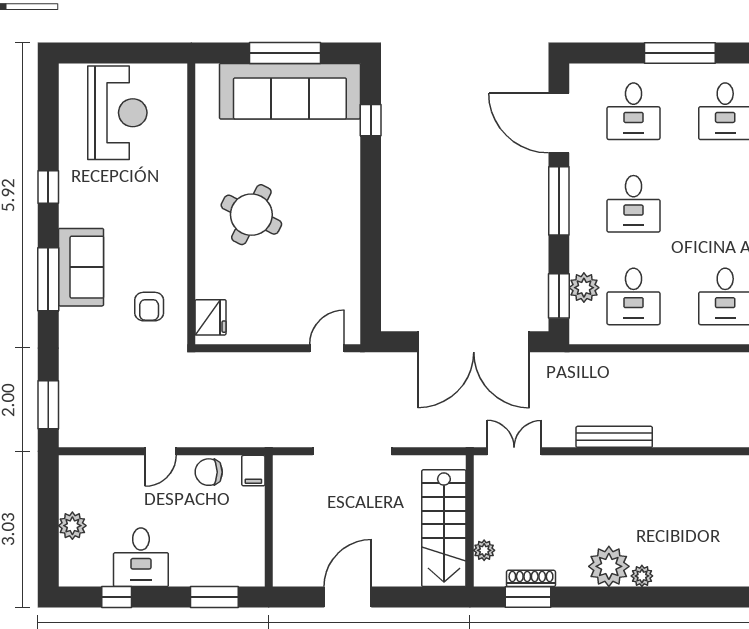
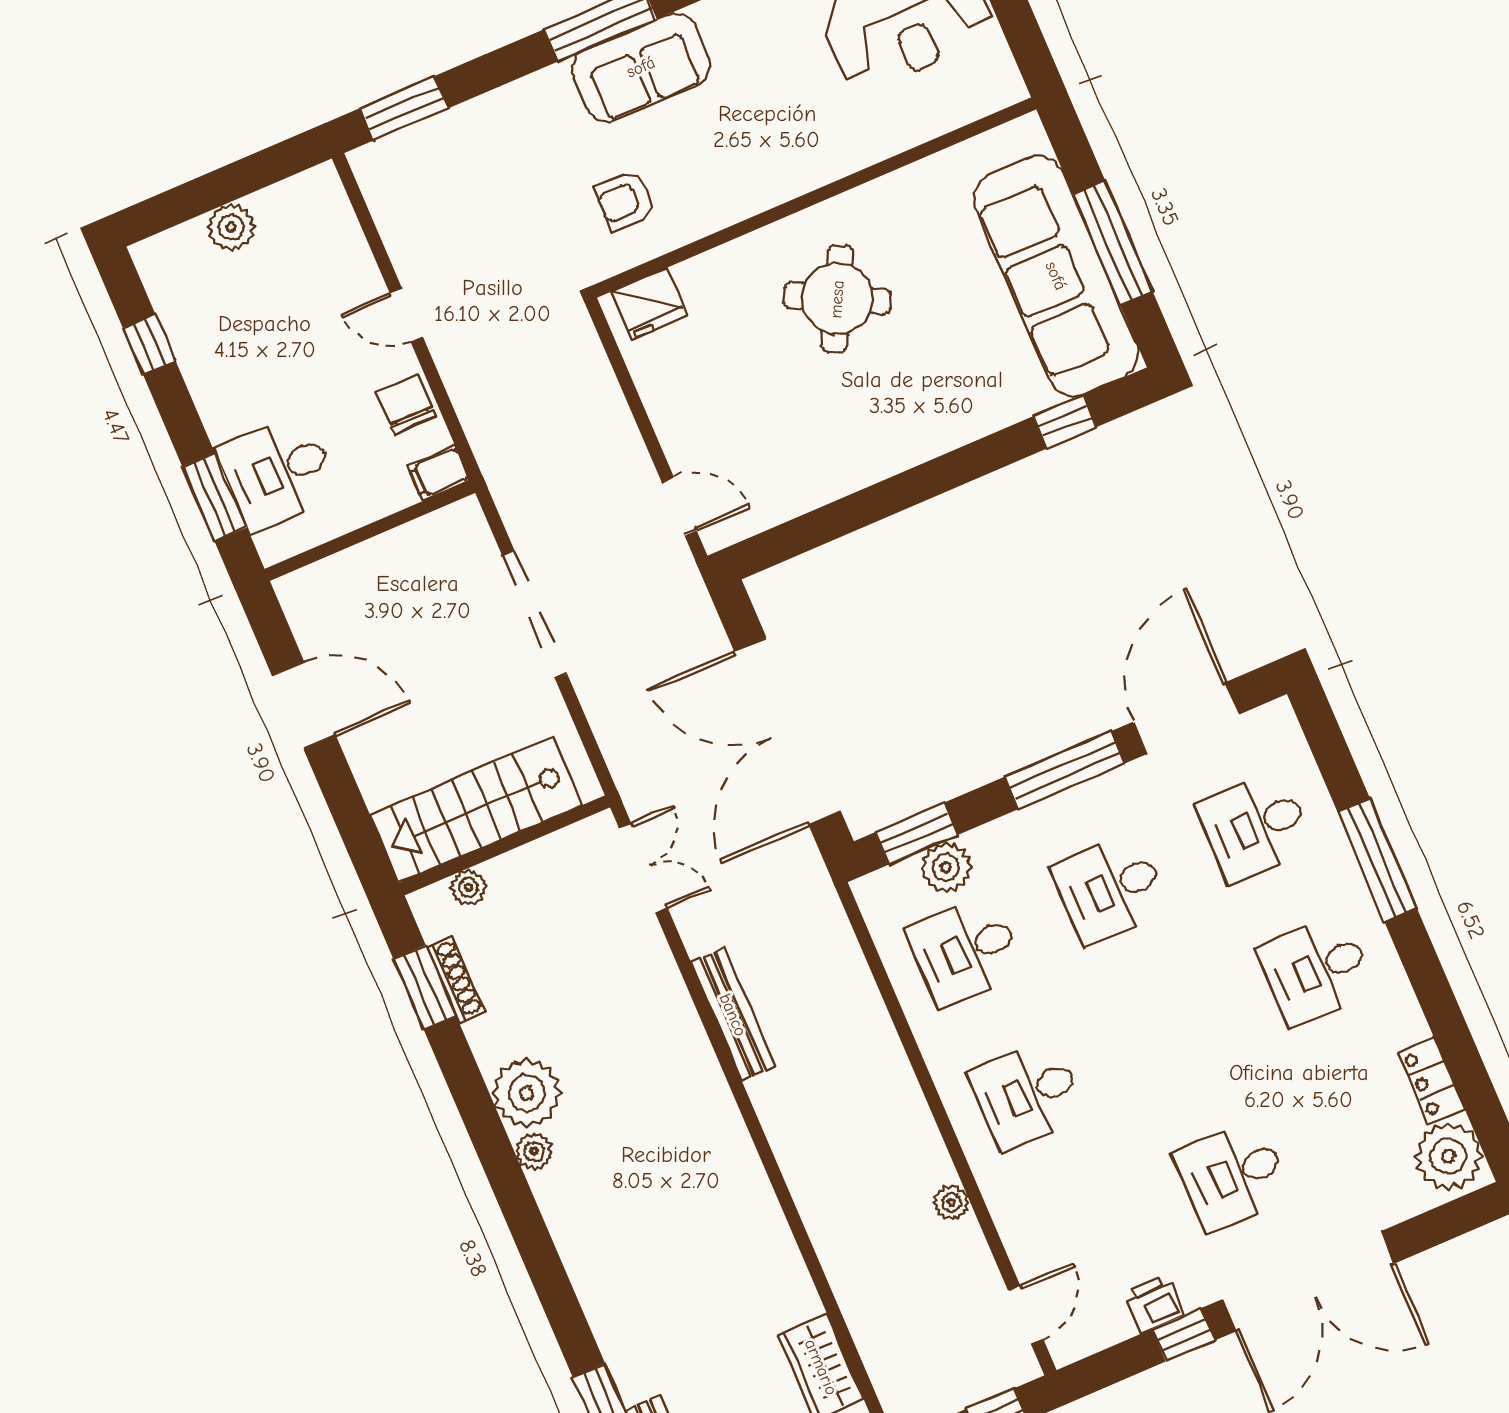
desk: (141, 557) -> (277, 472), moved

